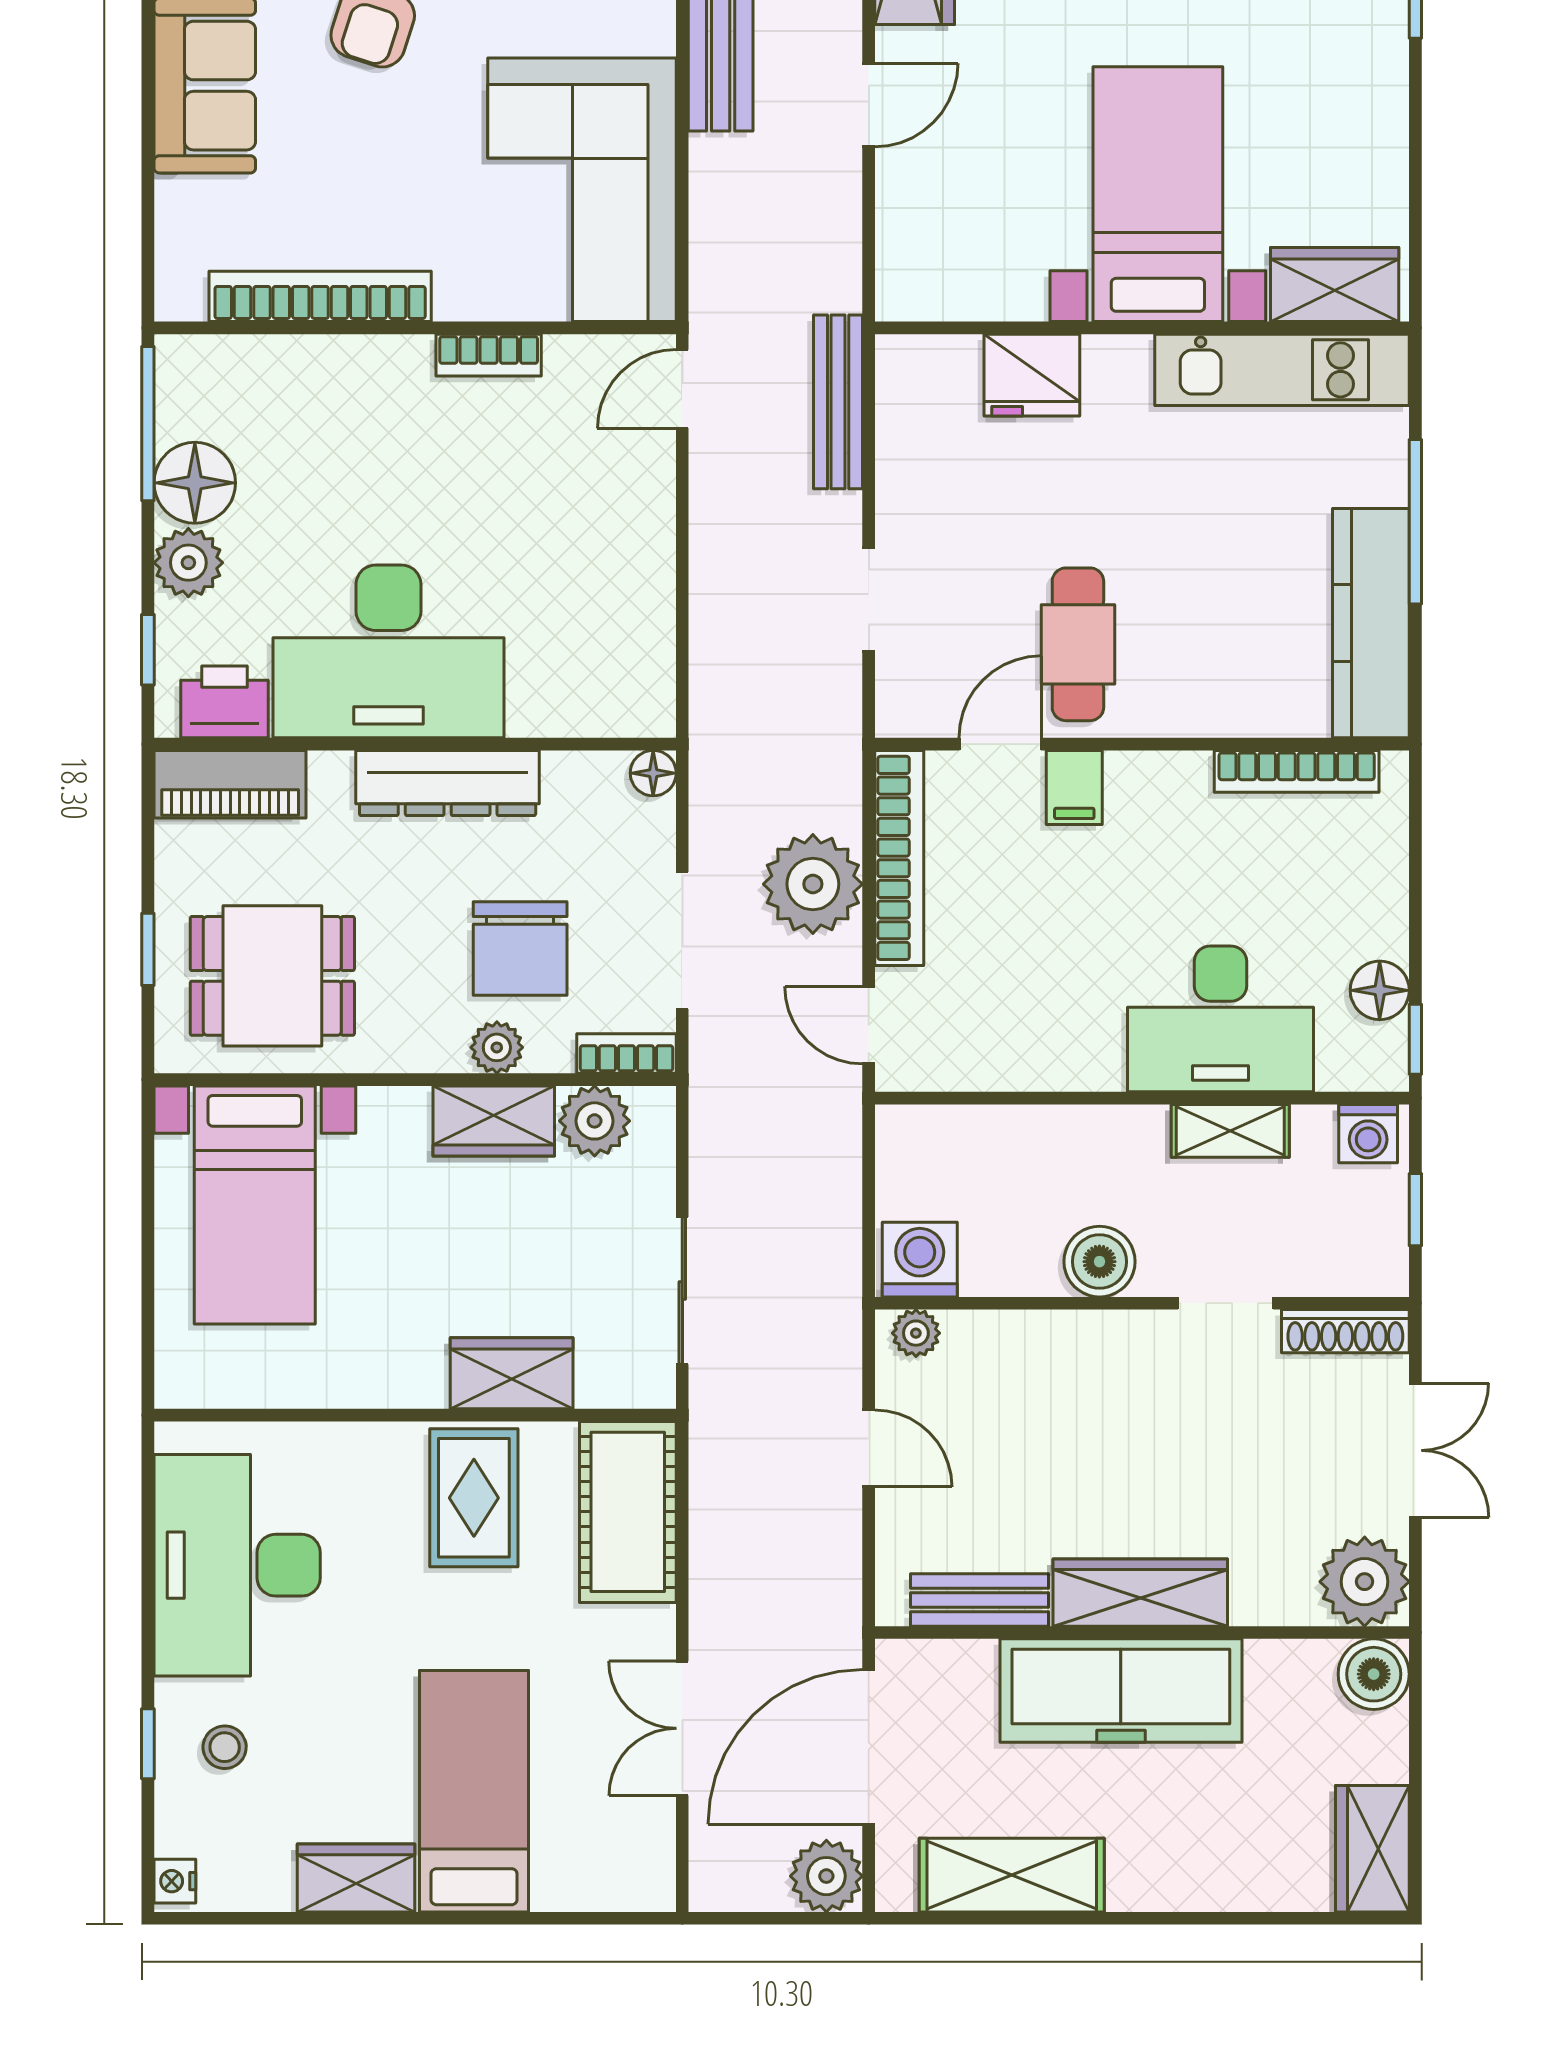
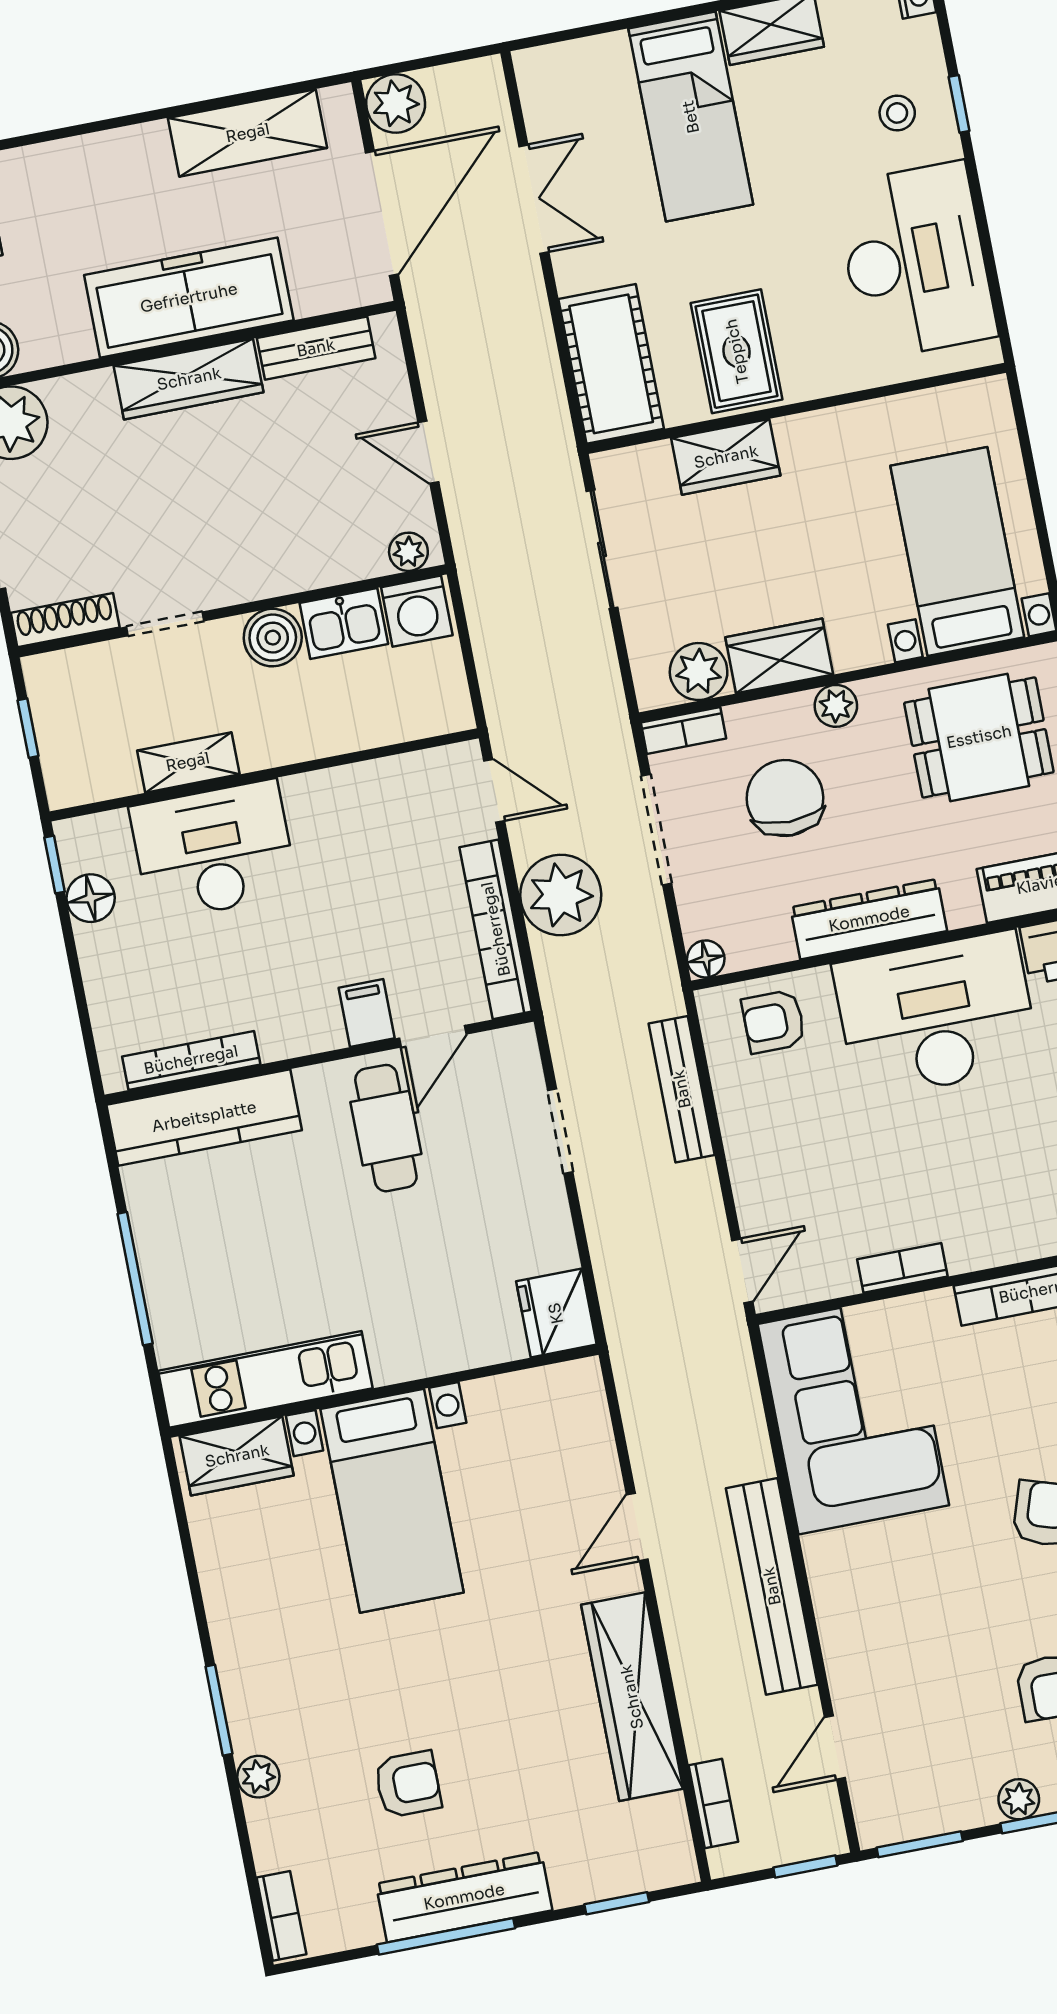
fridge: (1032, 375) -> (556, 1313), moved, turned -90
bench: (838, 402) -> (682, 1089), moved
kitchen counter: (1371, 623) -> (204, 1117), moved, turned 90
armchair: (586, 682) -> (774, 1022), added
plant: (497, 1047) -> (836, 706), moved
washing machine: (1368, 1134) -> (78, 782), removed
kitchen sink: (1011, 1262) -> (344, 624), added

